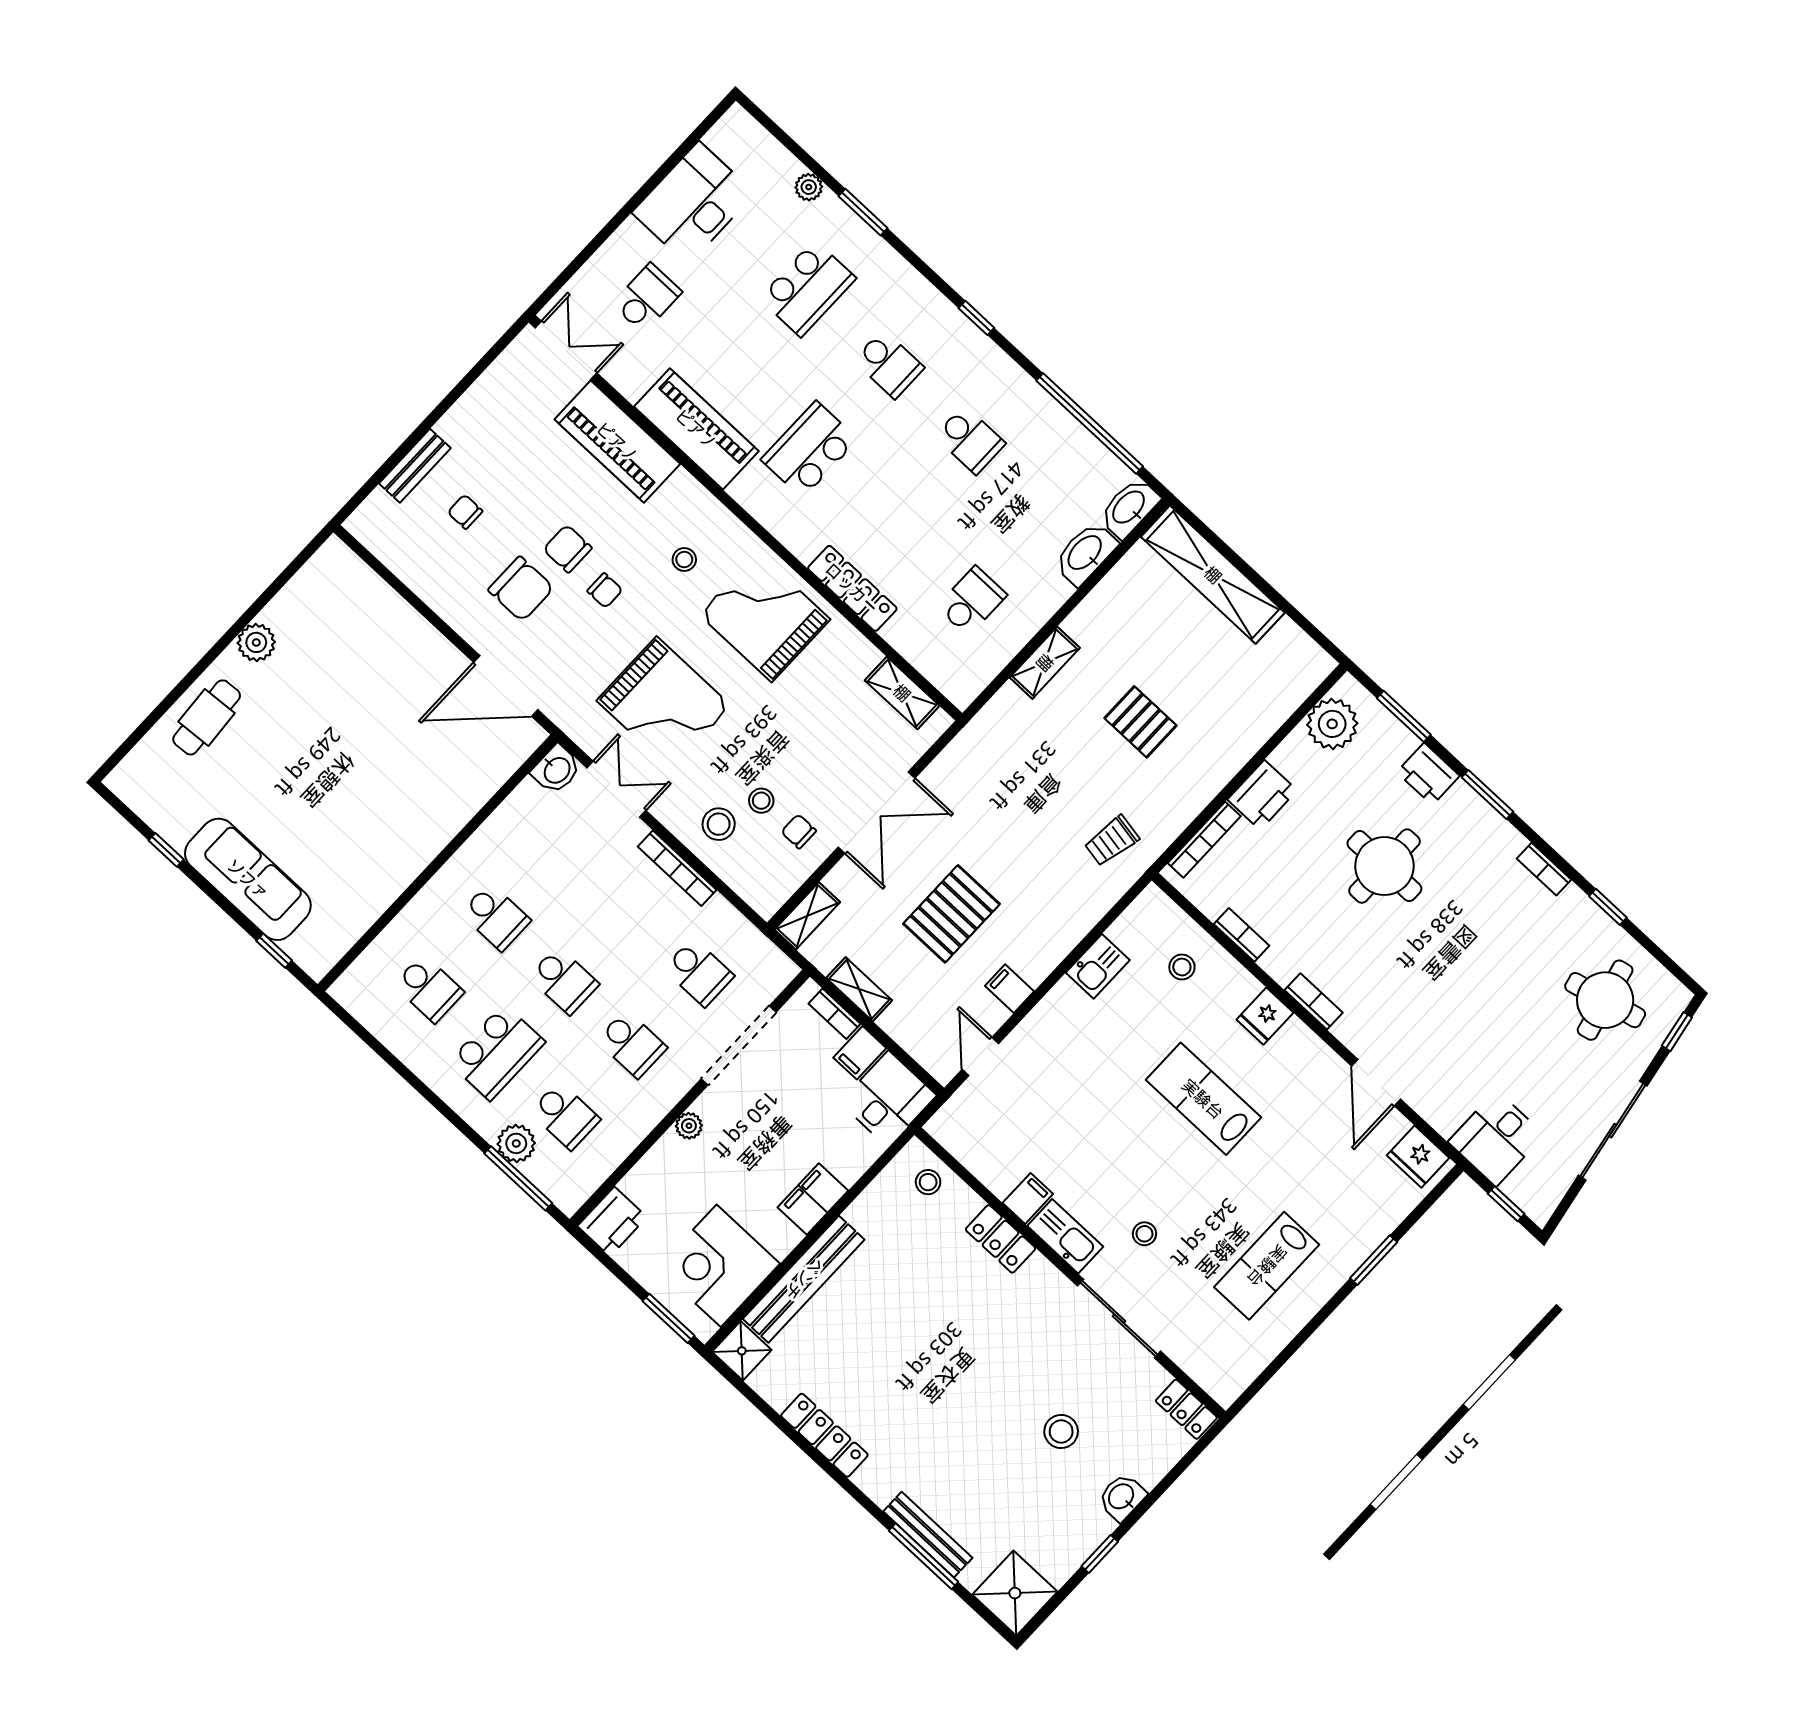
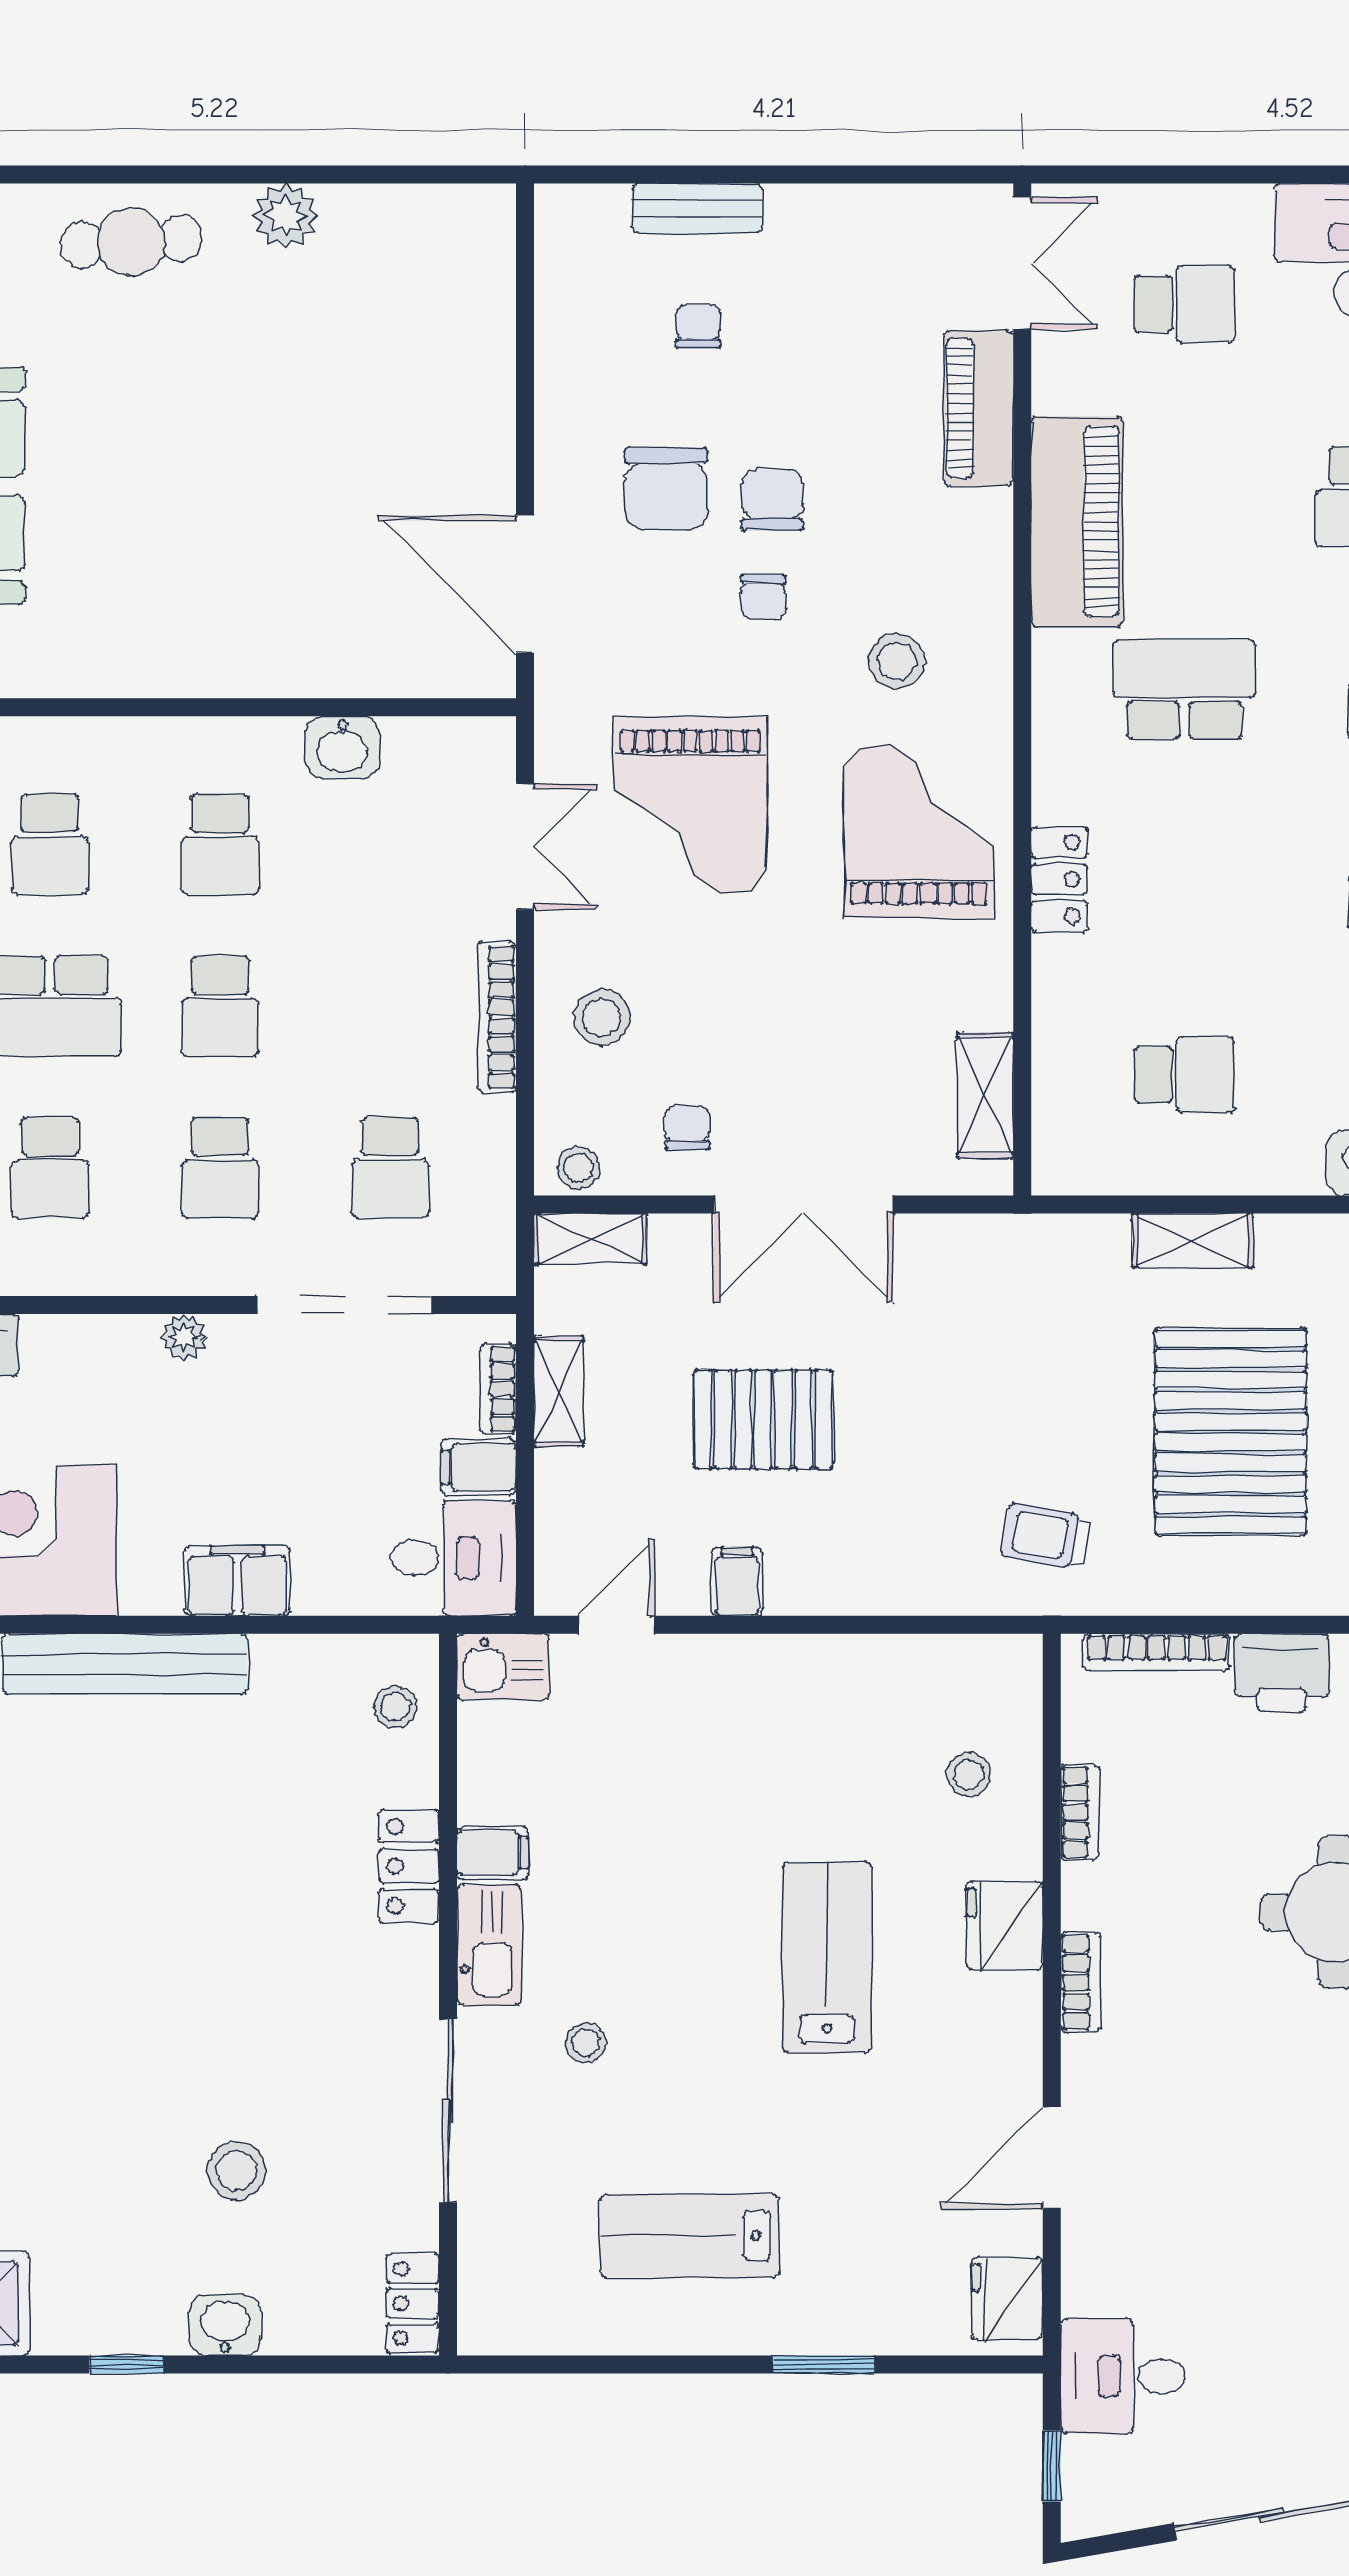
piano: (617, 442) -> (978, 408), width x0.73, depth x0.75
stool: (684, 559) -> (897, 661), width x1.37, depth x1.37
locker: (852, 588) -> (1059, 879), width x0.66
pallet: (1140, 722) -> (1231, 1432), width x2.05, depth x2.00
washbasin: (556, 770) -> (342, 747), moved
stool: (761, 801) -> (579, 1168), moved
kitchen sink: (1098, 966) -> (503, 1667), moved
fridge: (1265, 1016) -> (1005, 1926), width x1.38

